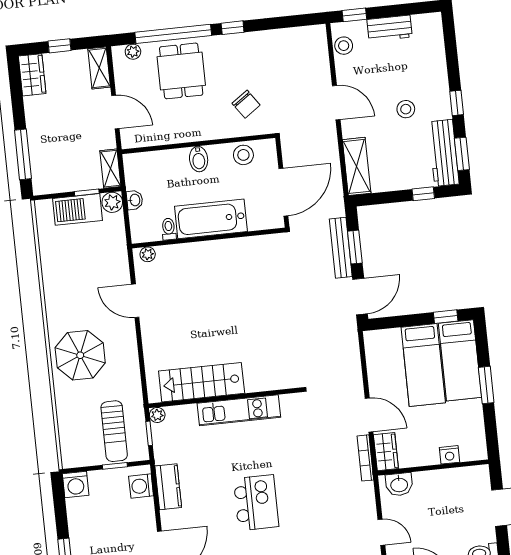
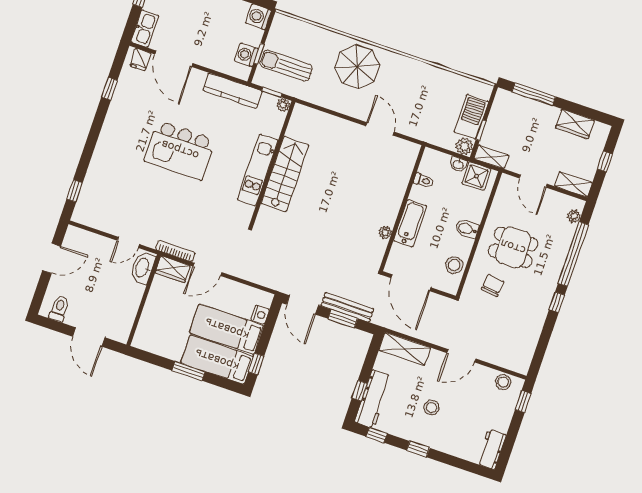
workbench: (390, 28) -> (491, 449), moved
dining table: (181, 71) -> (513, 247), moved
wardrobe: (32, 75) -> (575, 124), moved
chair: (246, 104) -> (493, 285), turned 132
door: (115, 112) -> (533, 181), hinge flipped
workbench: (444, 153) -> (373, 399), moved, turned 90
window: (462, 154) -> (377, 435), width x0.67
shower: (138, 175) -> (476, 176), added
bathtub: (211, 219) -> (410, 223), width x0.73, depth x0.73
plant: (148, 254) -> (385, 232), moved
door: (135, 301) -> (380, 129), hinge flipped
stairs: (202, 382) -> (285, 174), moved
nightstand: (449, 455) -> (260, 315), moved, turned 180
washbasin: (399, 484) -> (143, 268), width x1.38
washing machine: (141, 486) -> (246, 55), moved, turned -90
kitchen counter: (168, 487) -> (233, 91), width x1.50
kitchen island: (256, 503) -> (180, 150), width x1.37, depth x1.28
door: (381, 532) -> (128, 242), moved

